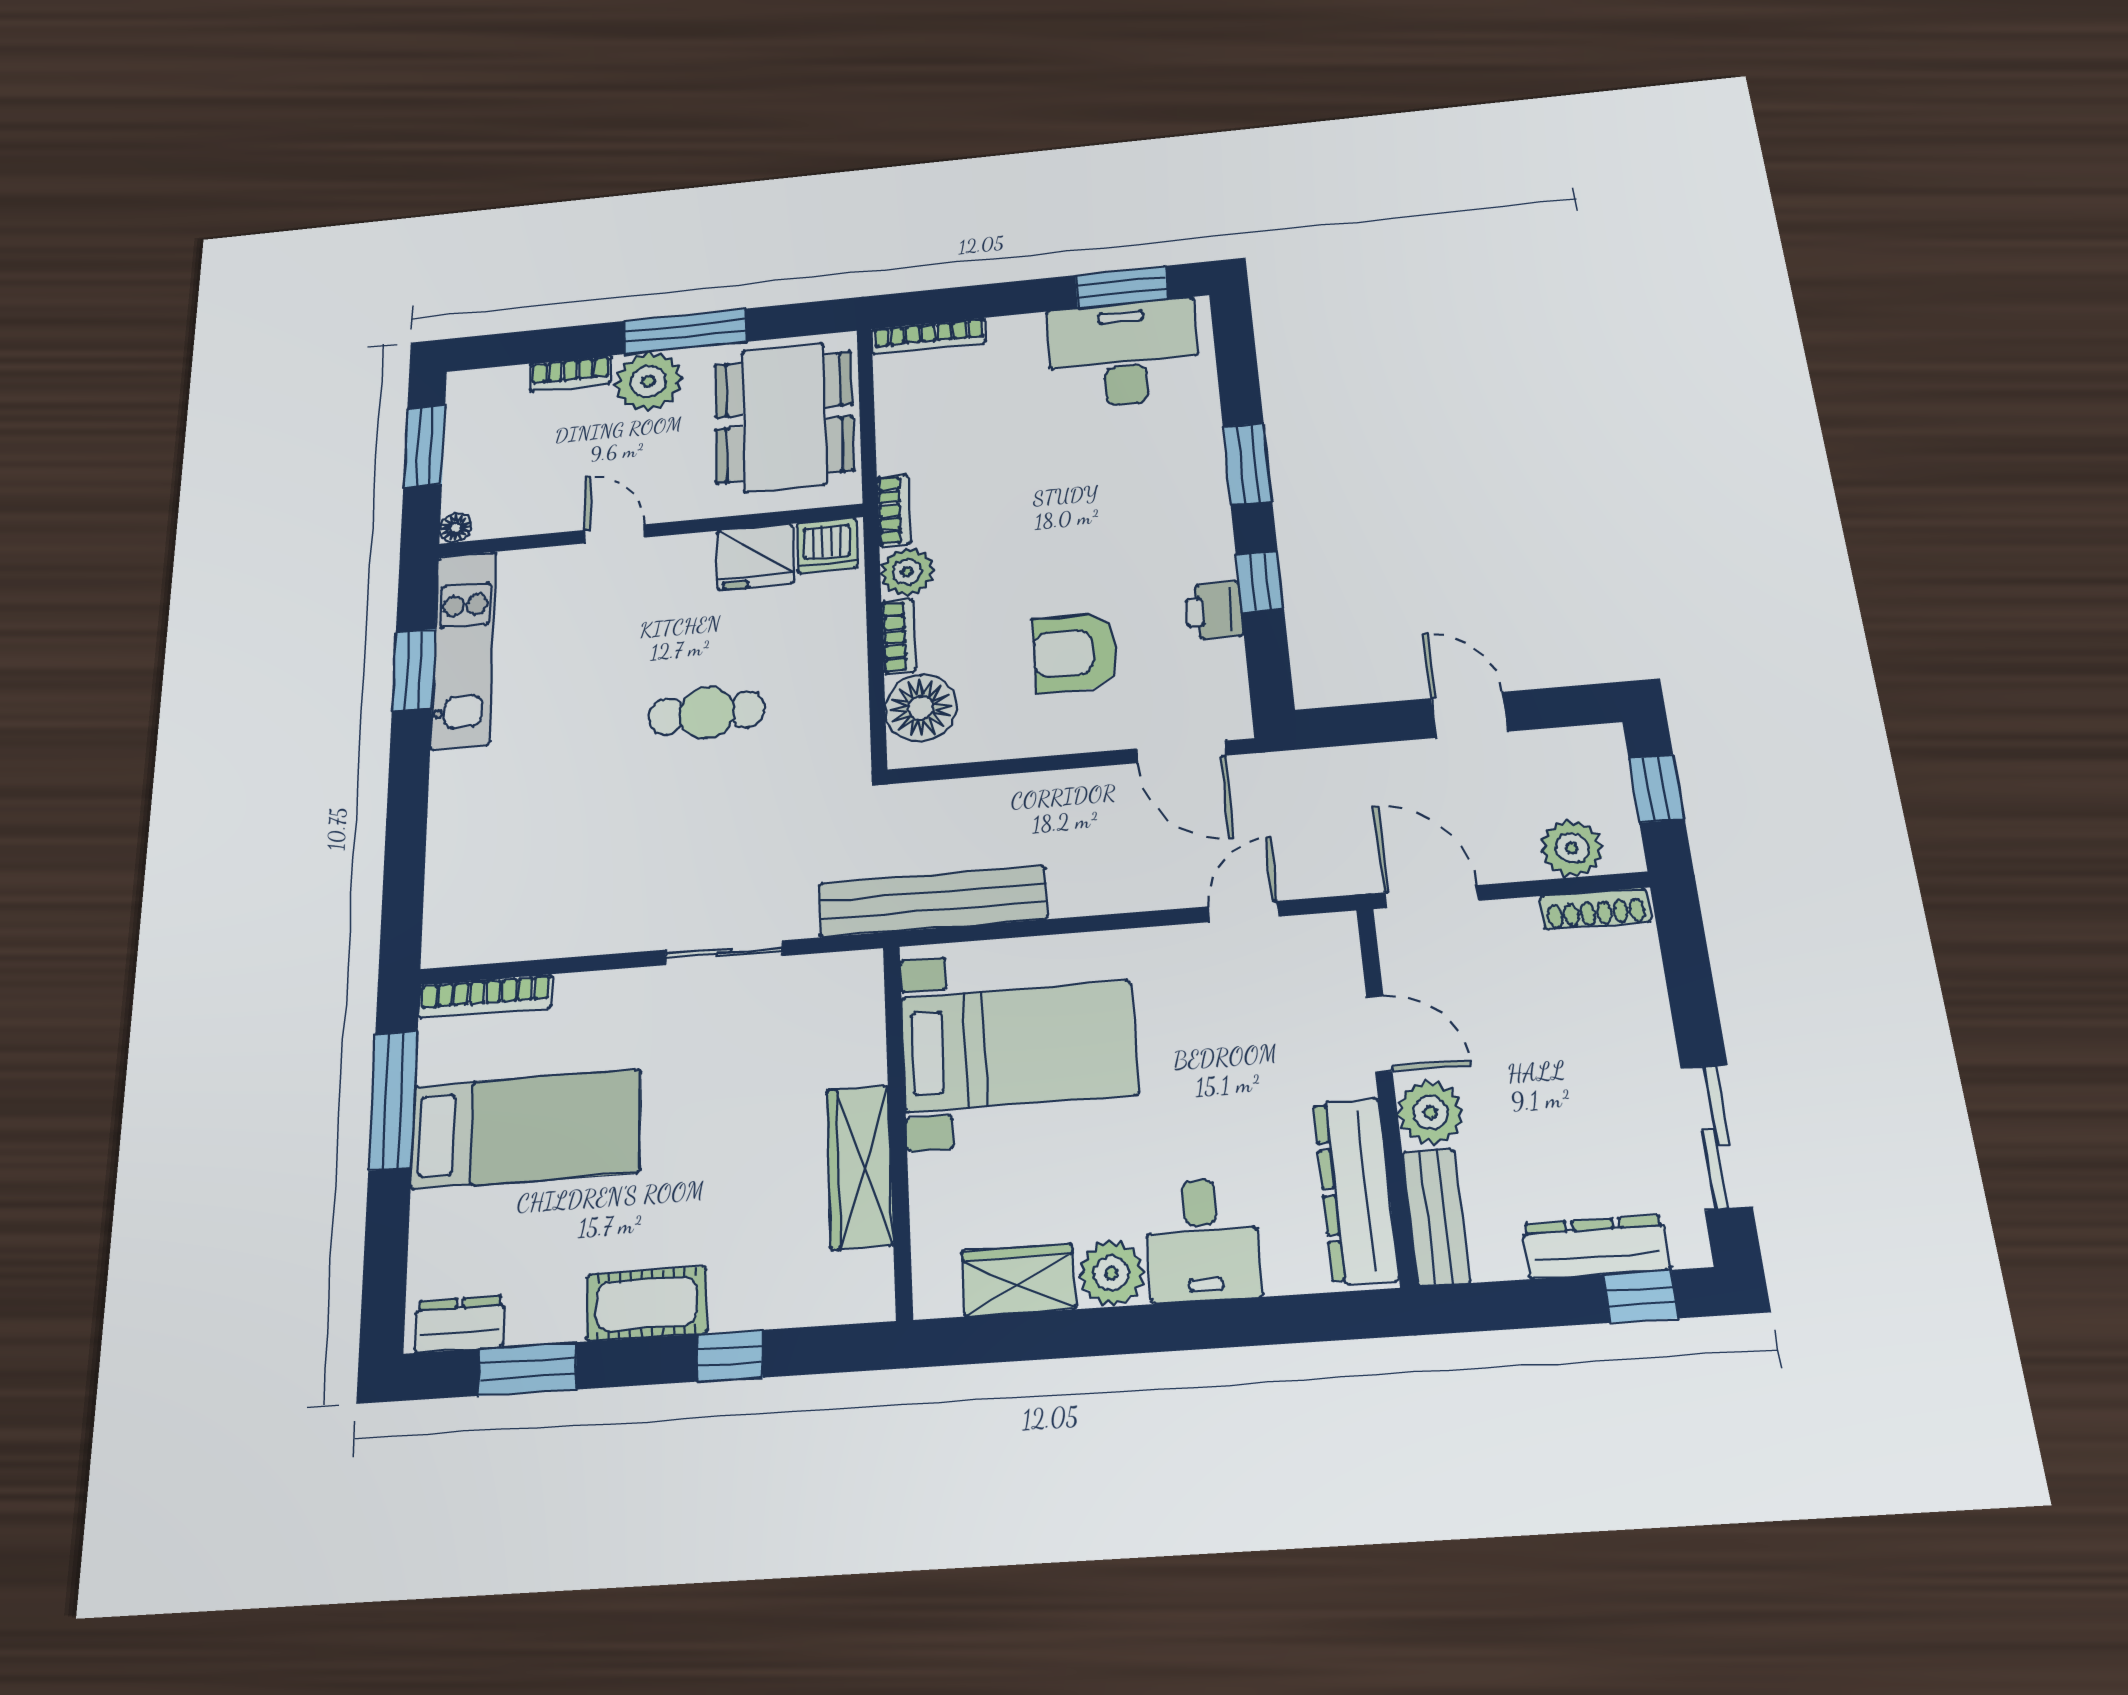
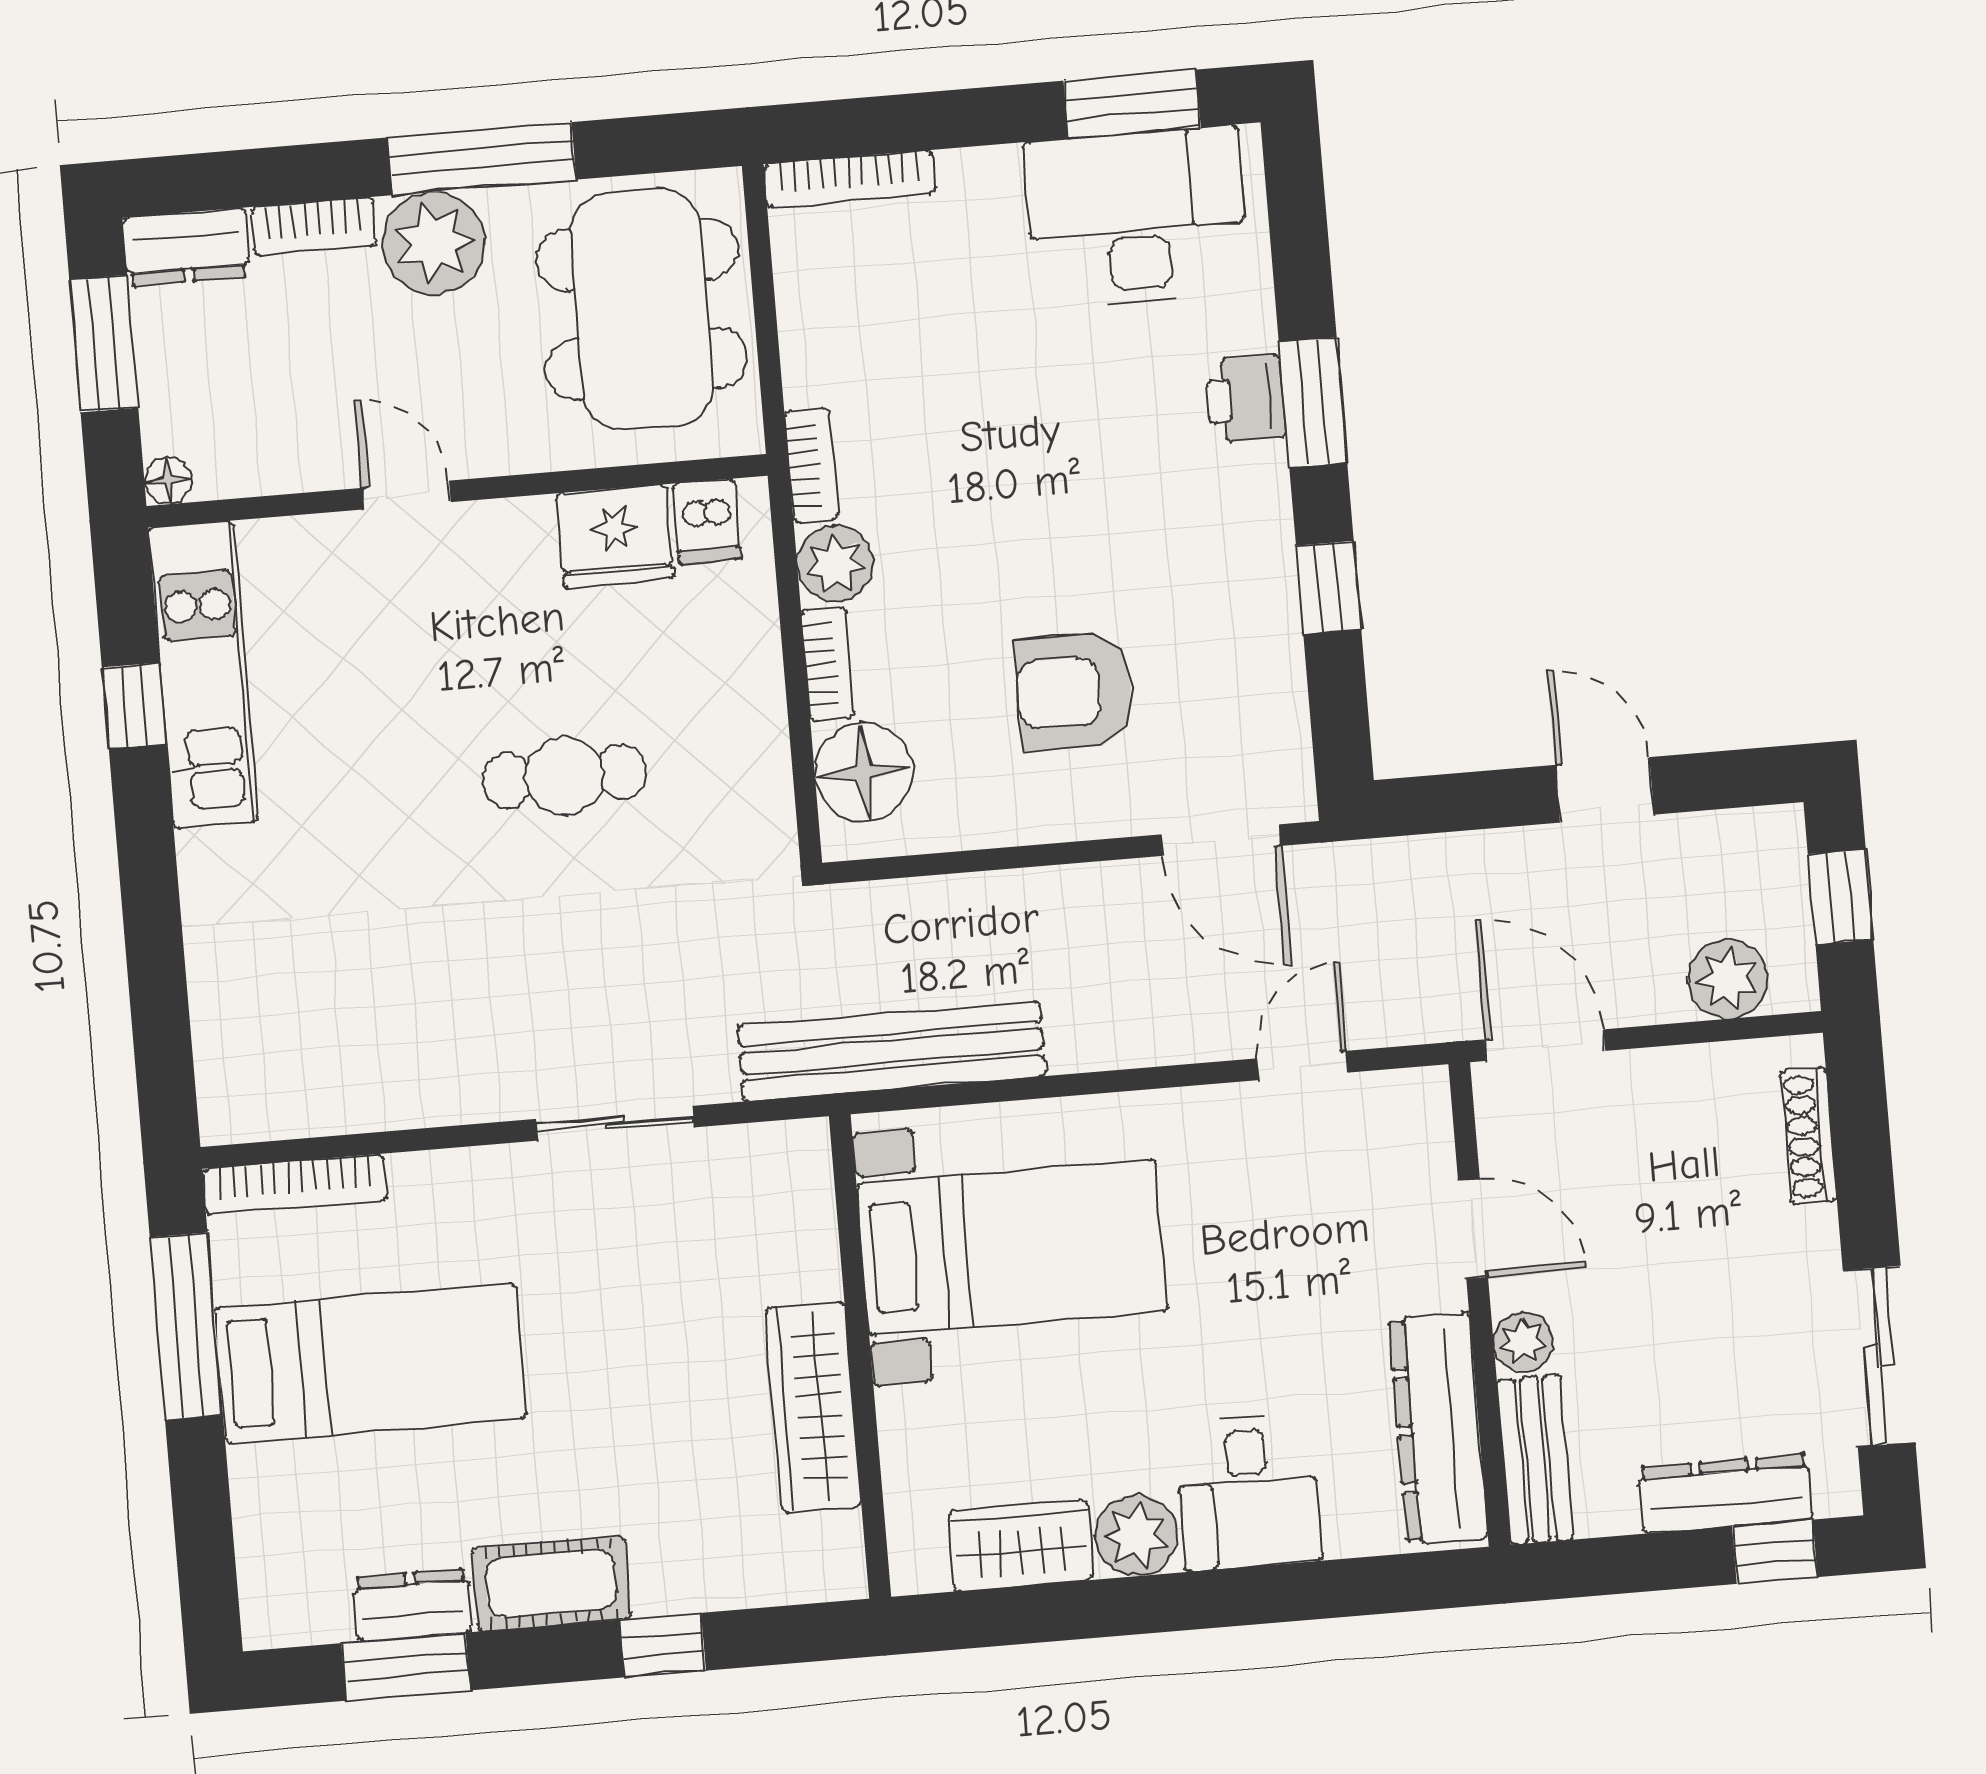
dresser: (486, 388) -> (186, 247), added
dishwasher: (827, 546) -> (707, 521), width x0.73
printer: (1214, 610) -> (1246, 399), moved
window: (414, 670) -> (134, 706), width x0.67
shoe rack: (1595, 909) -> (1809, 1136), moved, turned 90
plant: (1431, 1113) -> (1523, 1342), width x0.73, depth x0.73
dresser: (460, 1324) -> (412, 1605), moved

